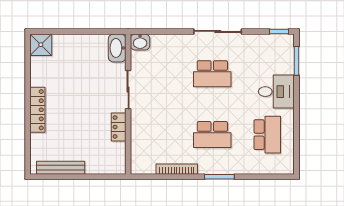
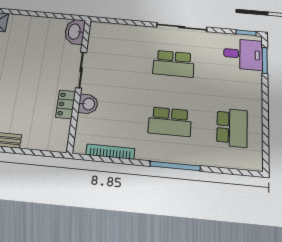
washbasin: (140, 42) -> (88, 104), moved, turned -90
desk: (276, 92) -> (243, 54), moved
bookcase: (177, 169) -> (110, 152), moved
window: (219, 177) -> (175, 166), width x1.44

